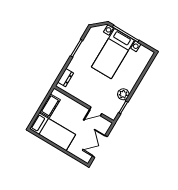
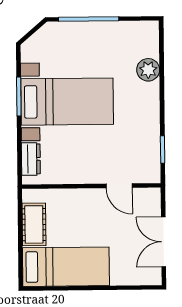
bed with nightstands: (113, 54) -> (67, 102), moved, turned -90
plant: (123, 94) -> (148, 70), moved
door: (96, 111) -> (119, 186), hinge flipped

